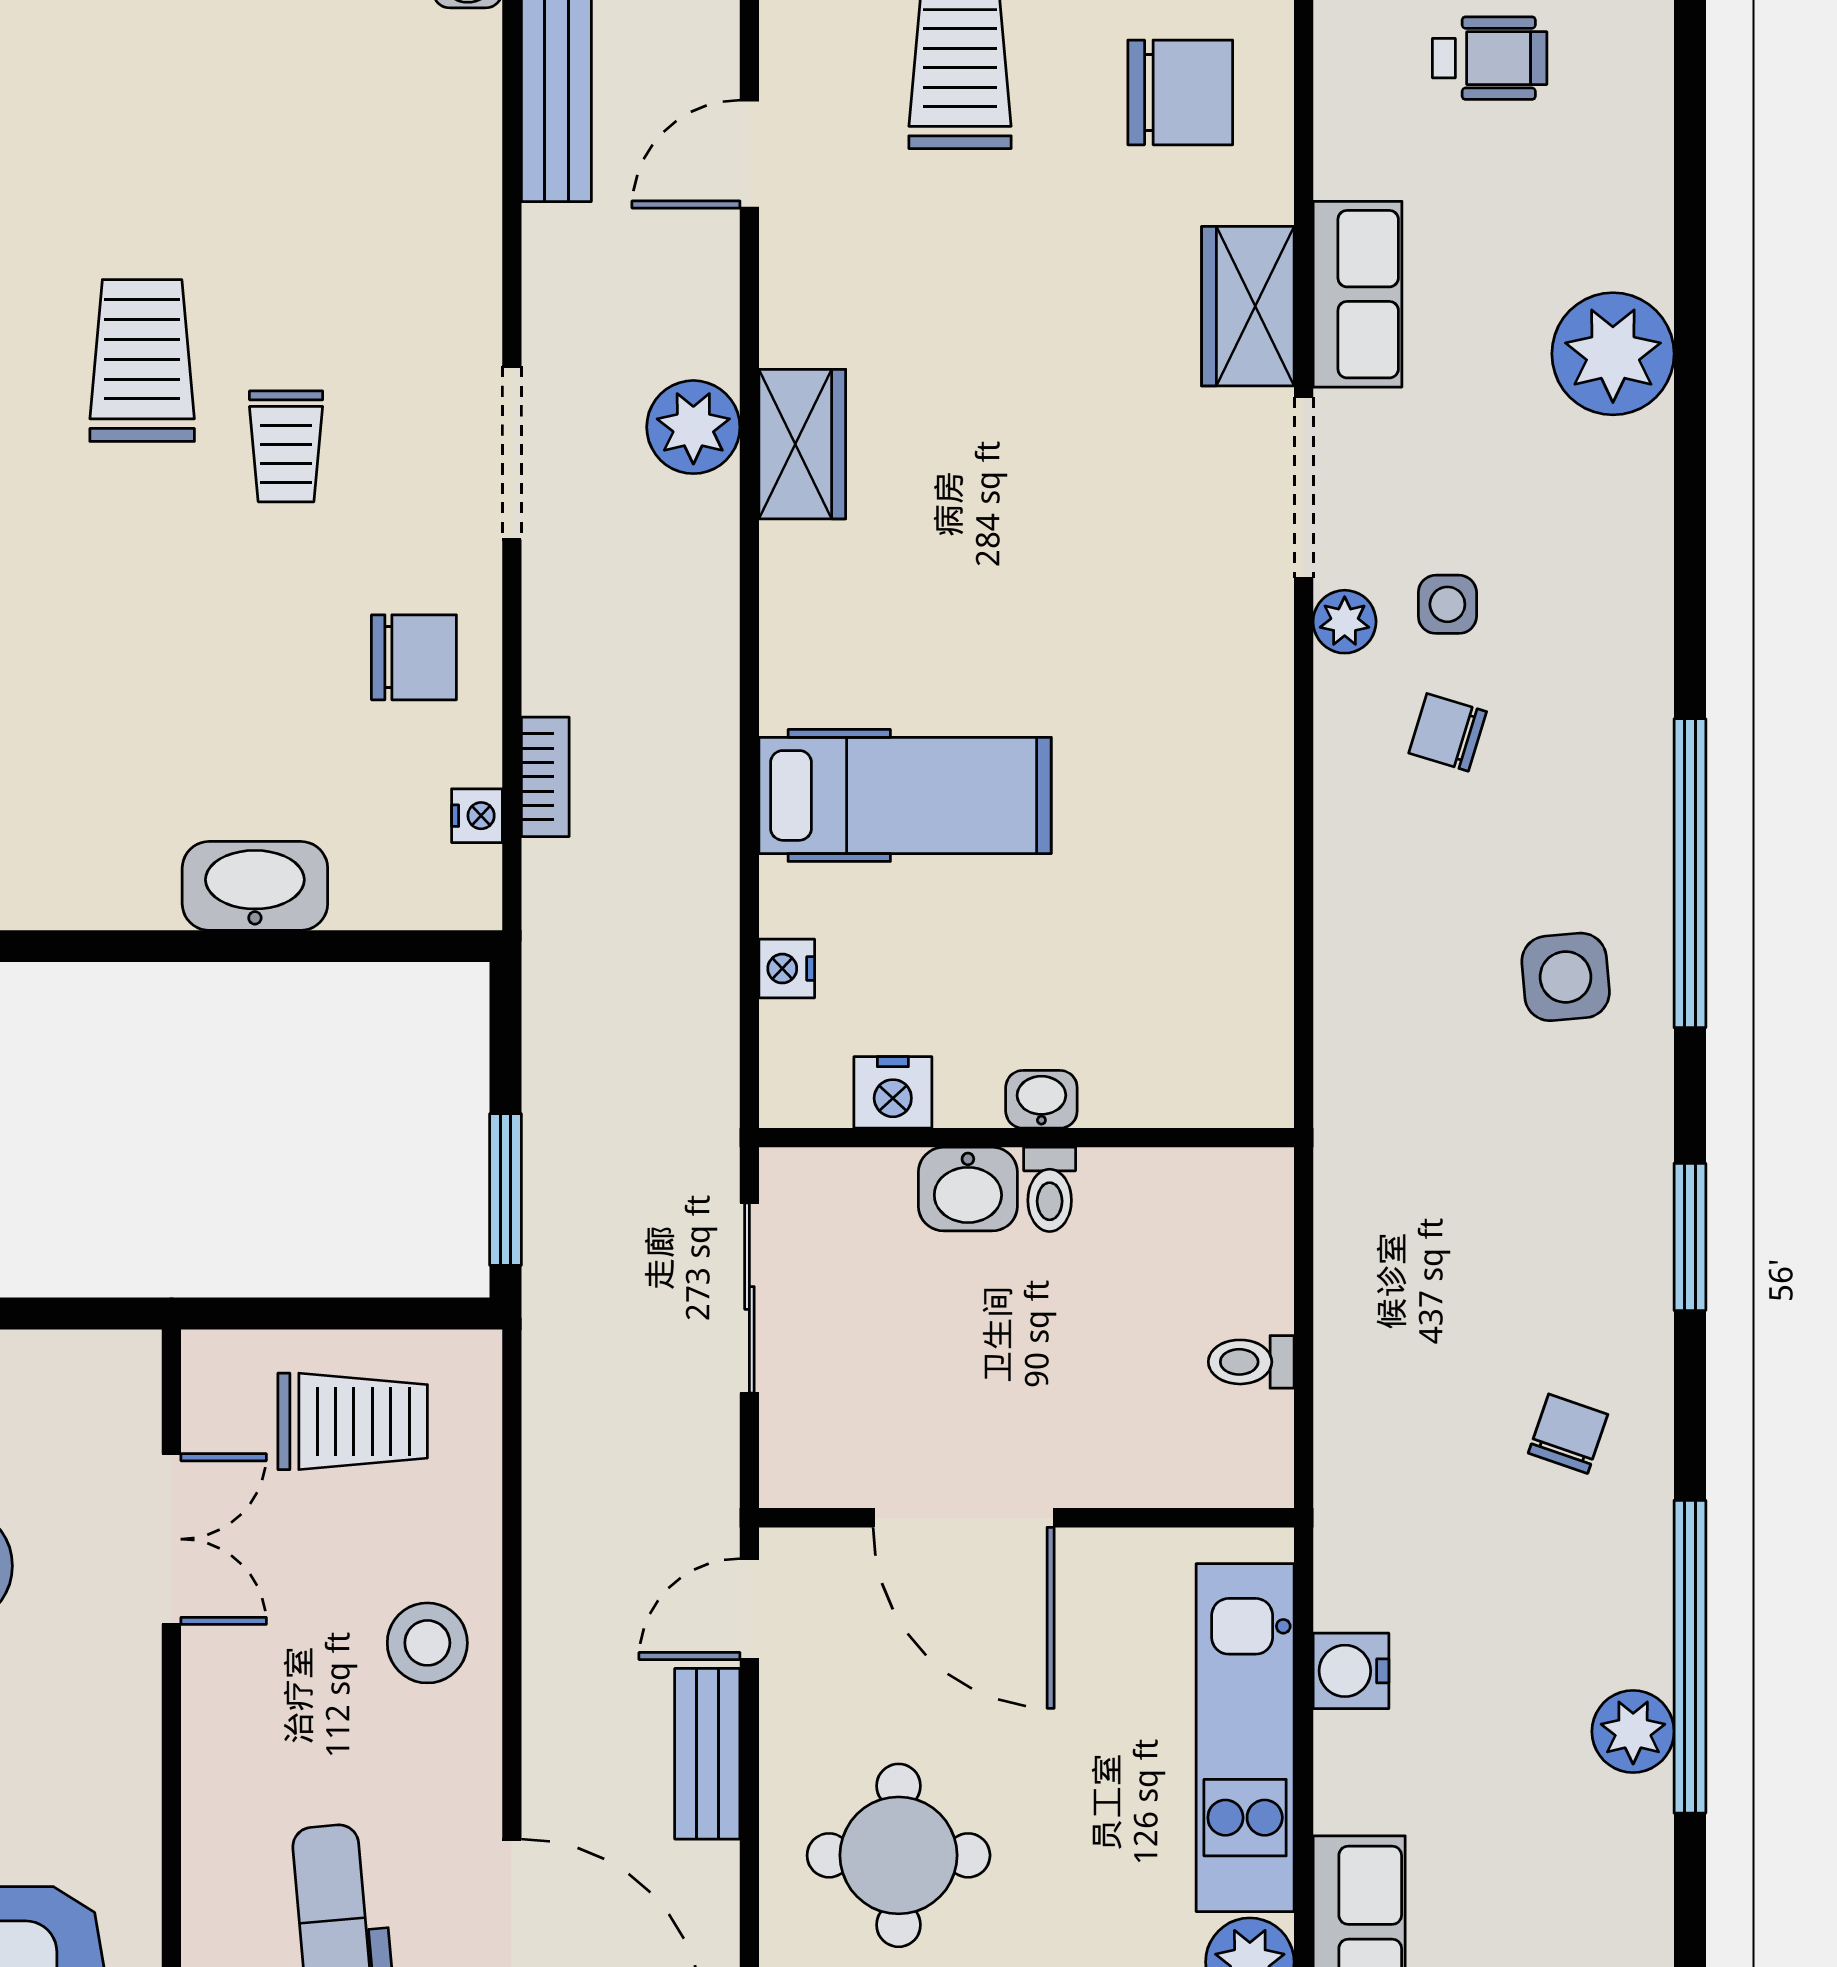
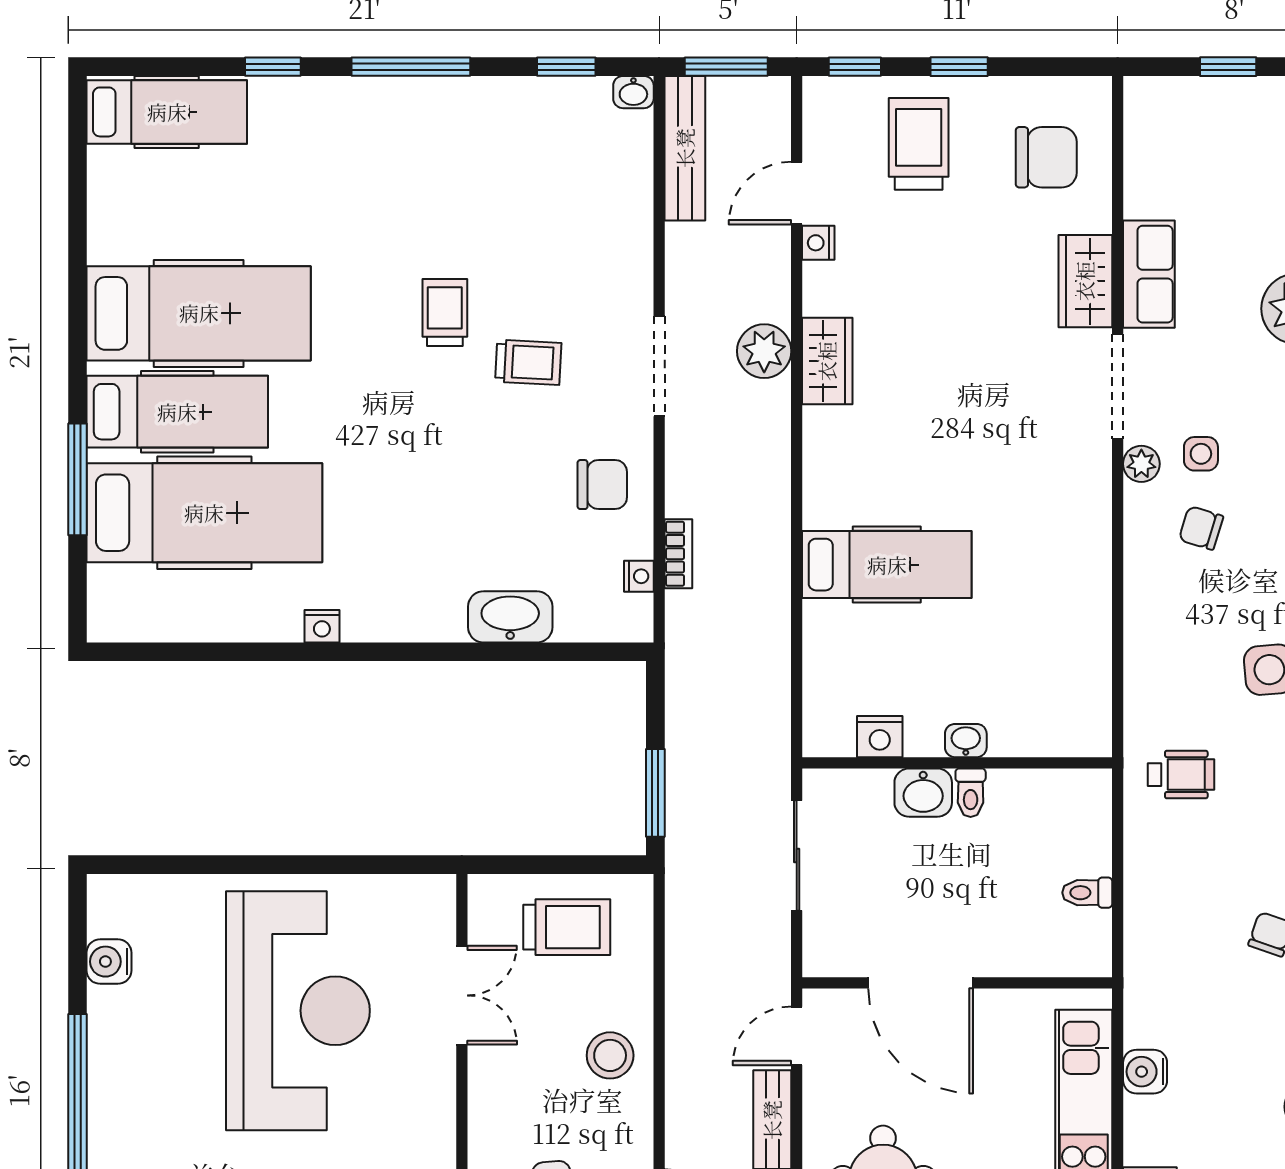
wheelchair: (1490, 58) -> (1181, 775), moved
trolley: (142, 361) -> (445, 313), width x0.73, depth x0.72
trolley: (286, 446) -> (528, 362), turned -87
nightstand: (787, 969) -> (818, 243), moved

